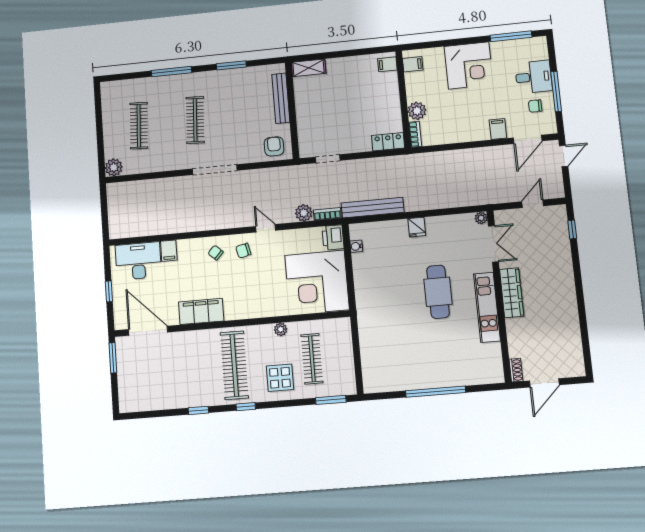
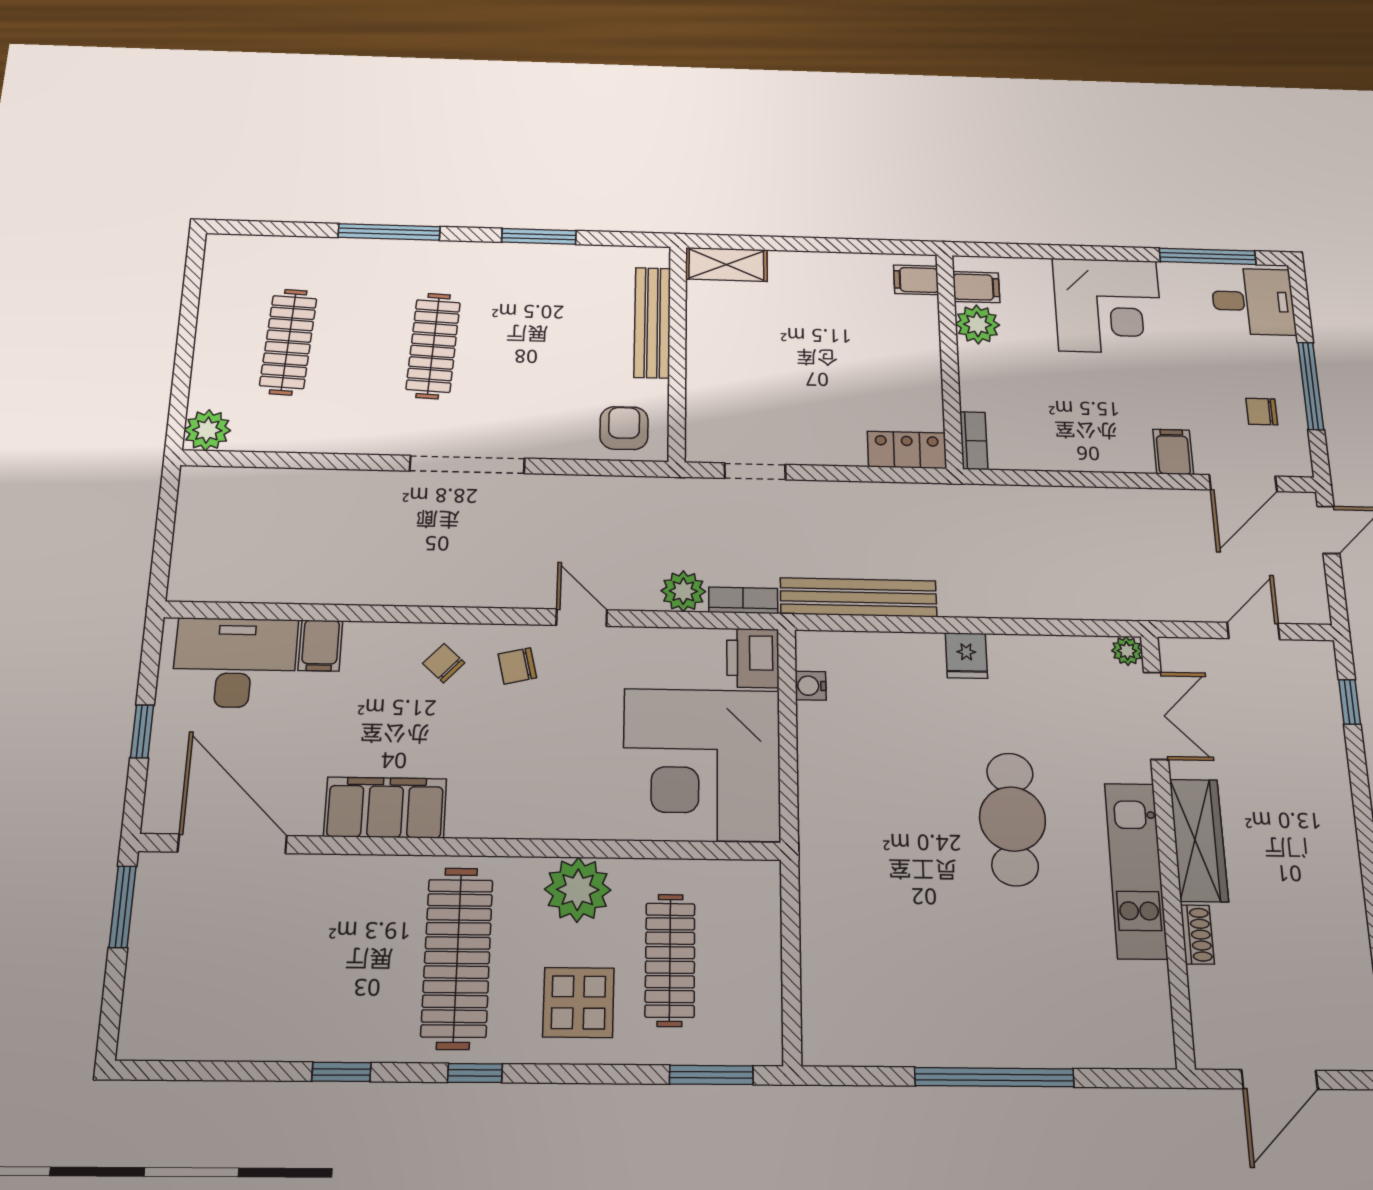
desk: (534, 77) -> (1253, 301), moved
plant: (417, 111) -> (977, 324), moved
plant: (281, 329) -> (578, 890), width x1.88, depth x1.88
shoe rack: (516, 370) -> (1197, 935), moved

